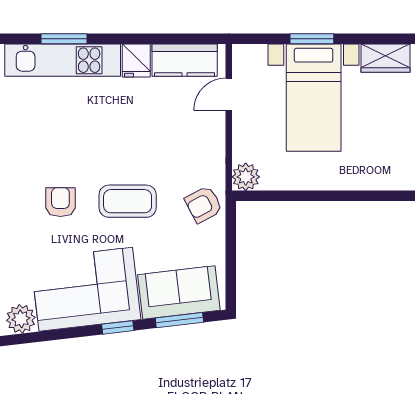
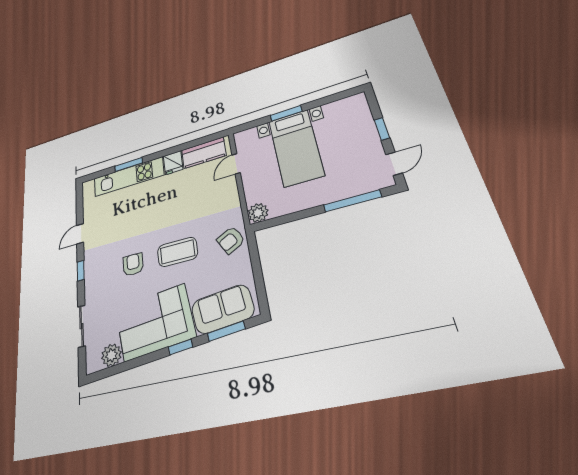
wardrobe: (385, 58) -> (342, 107), removed
window: (364, 196) -> (352, 201), added

